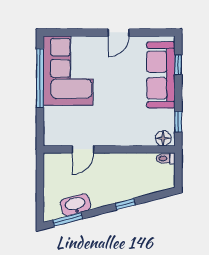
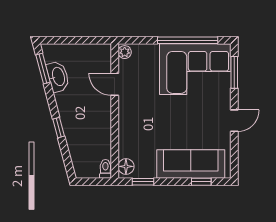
window: (71, 32) -> (234, 72), added
door: (119, 32) -> (234, 121), swing flipped
plant: (51, 140) -> (125, 52), added

